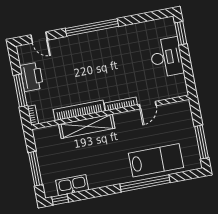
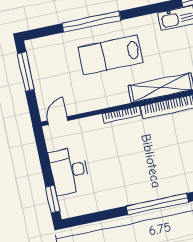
door: (148, 105) -> (58, 121), moved
lab bench: (156, 160) -> (110, 55), moved

